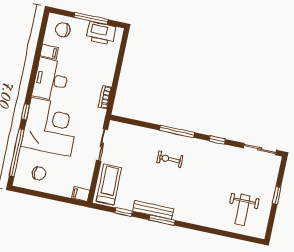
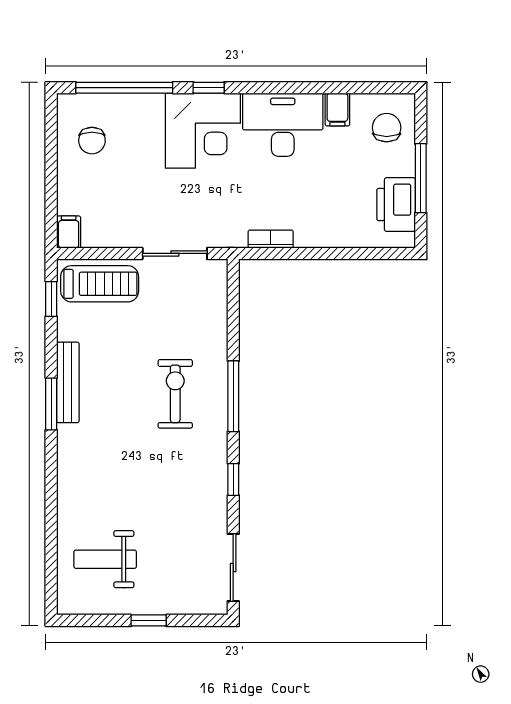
corner desk: (51, 127) -> (203, 131), width x0.74, depth x0.74
exercise bike: (170, 159) -> (175, 394), width x1.38, depth x1.39
window: (124, 212) -> (51, 299), moved

